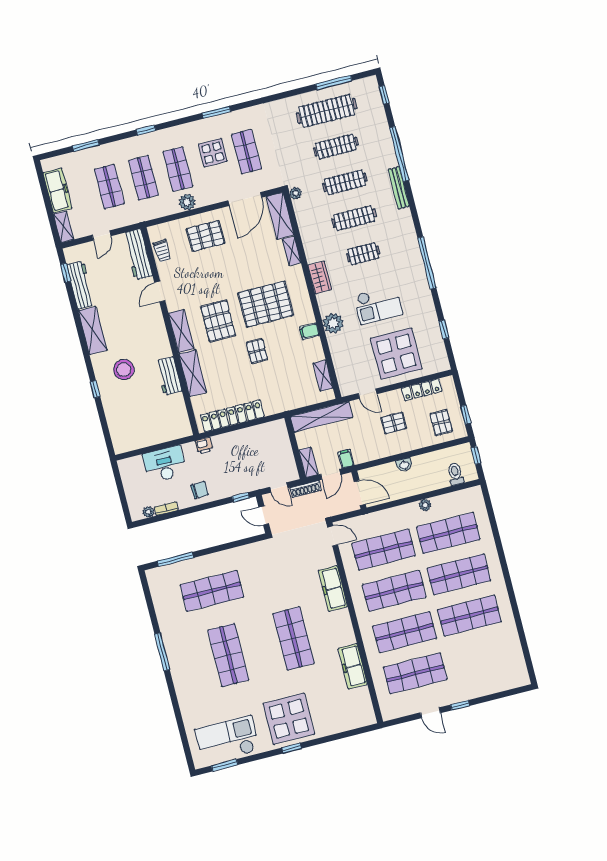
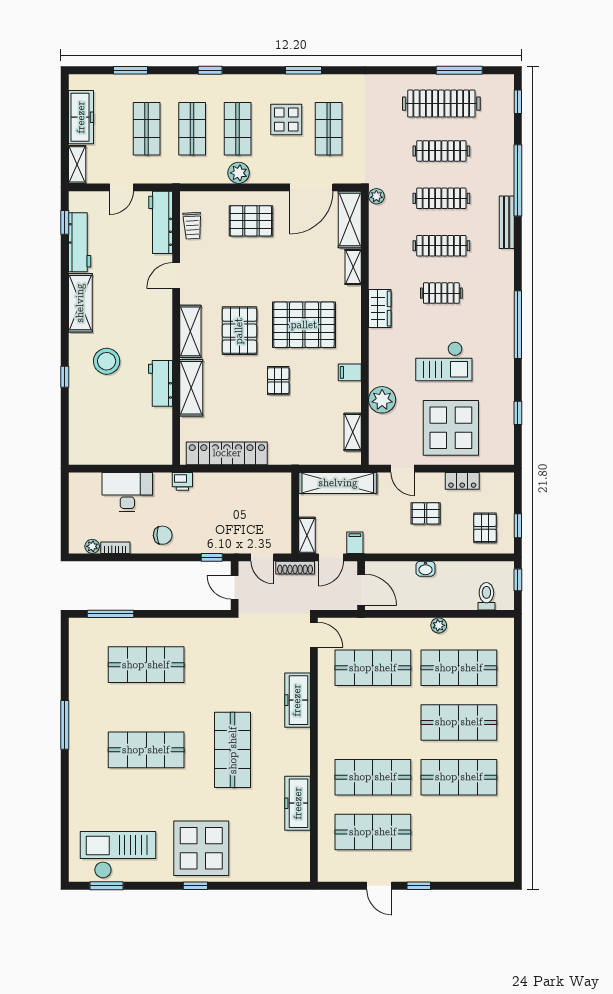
plant: (333, 323) -> (382, 400), moved
locker: (422, 390) -> (462, 481), width x0.66
shop shelf: (394, 591) -> (373, 722), removed
shop shelf: (228, 655) -> (146, 750), turned 90

